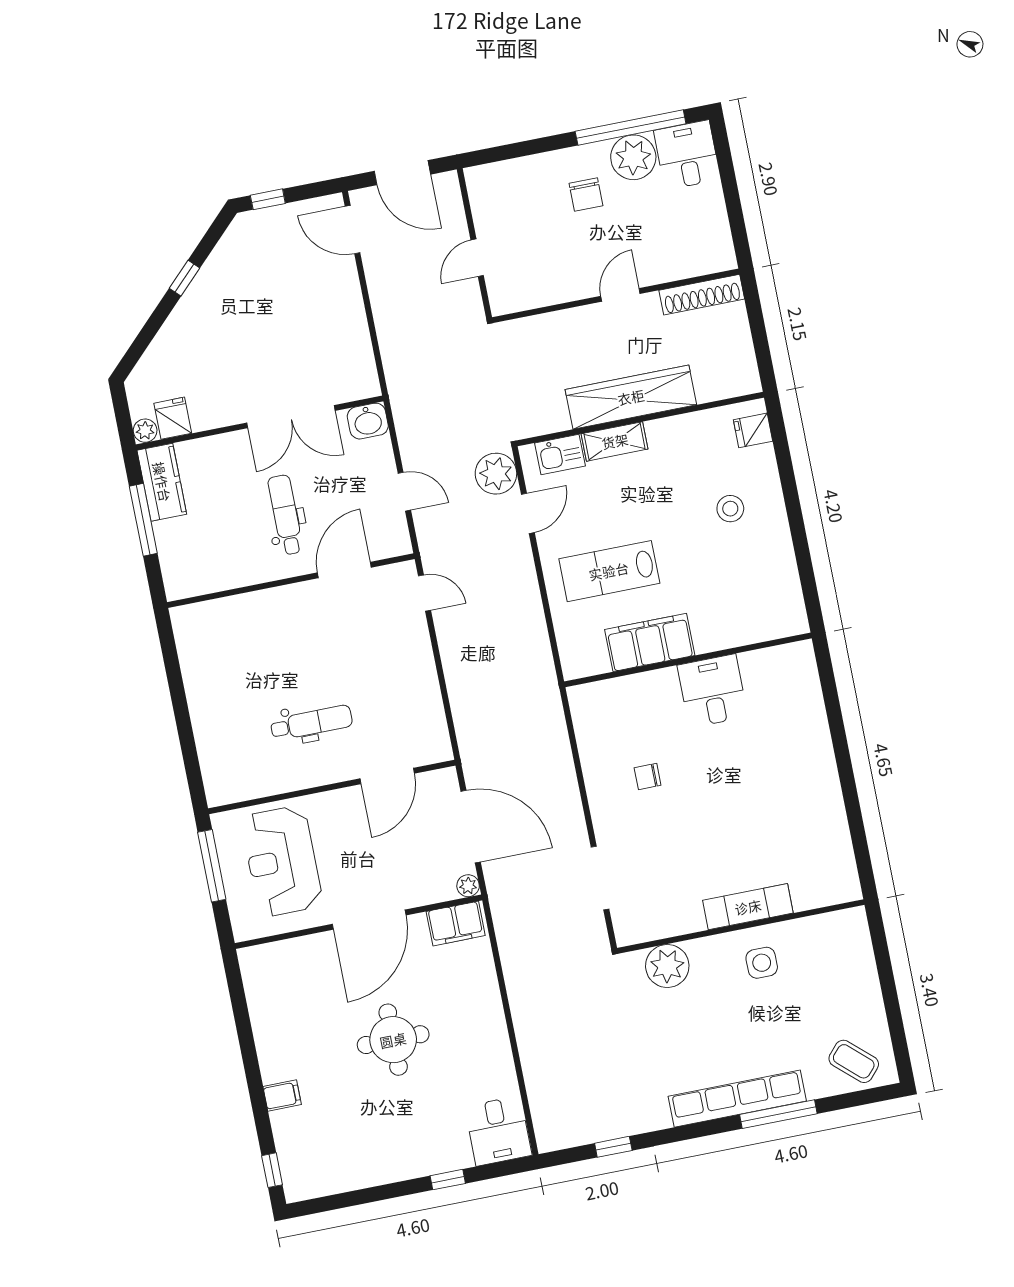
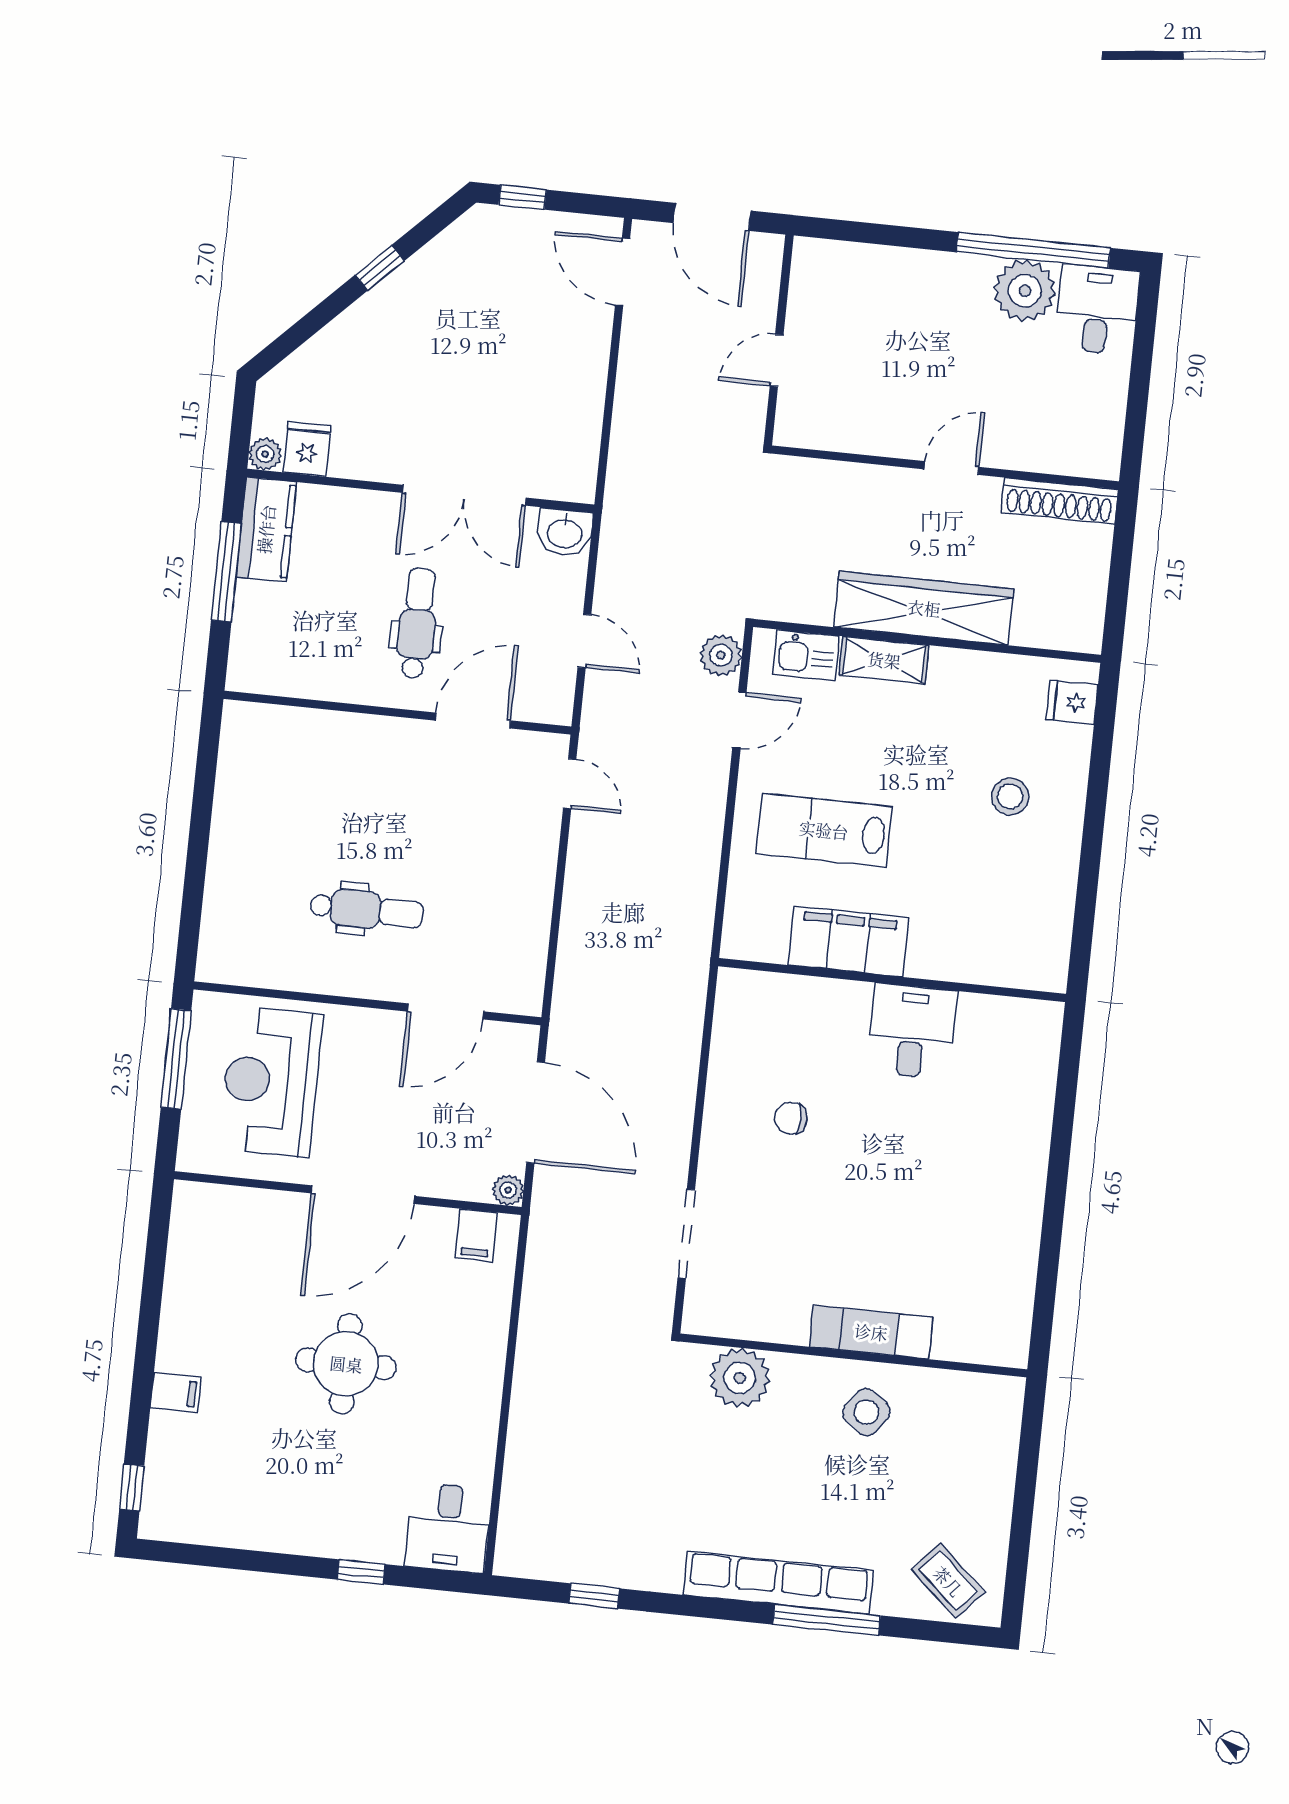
chair: (586, 194) -> (947, 321), removed
plant: (496, 474) -> (721, 655), width x0.73, depth x0.73
filing cabinet: (456, 923) -> (476, 1235), width x0.50
side table: (762, 963) -> (866, 1412), turned 37

